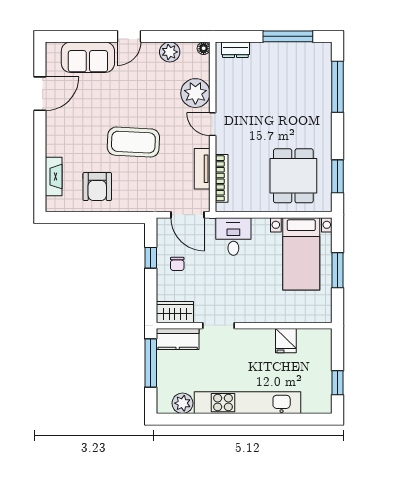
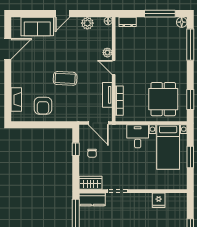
floor lamp: (323, 50) -> (182, 22), added
plant: (195, 93) -> (107, 53), width x0.53, depth x0.53
coffee table: (133, 142) -> (65, 78), width x0.73, depth x0.76
desk: (233, 236) -> (138, 136), moved

